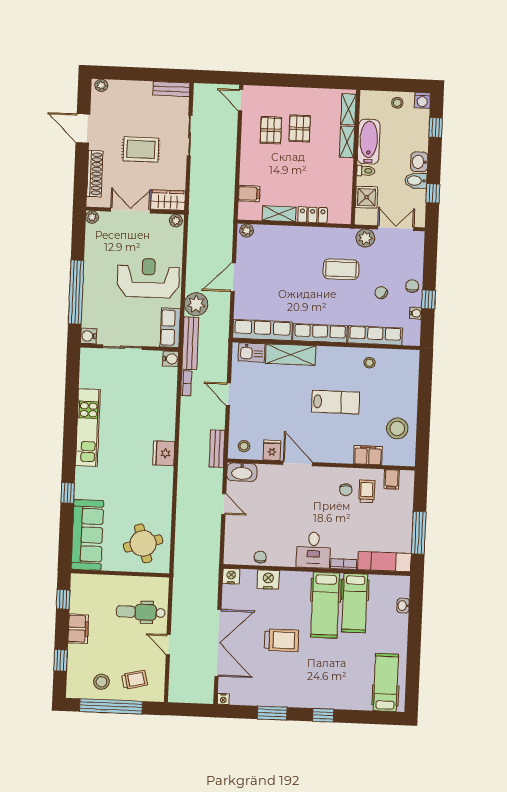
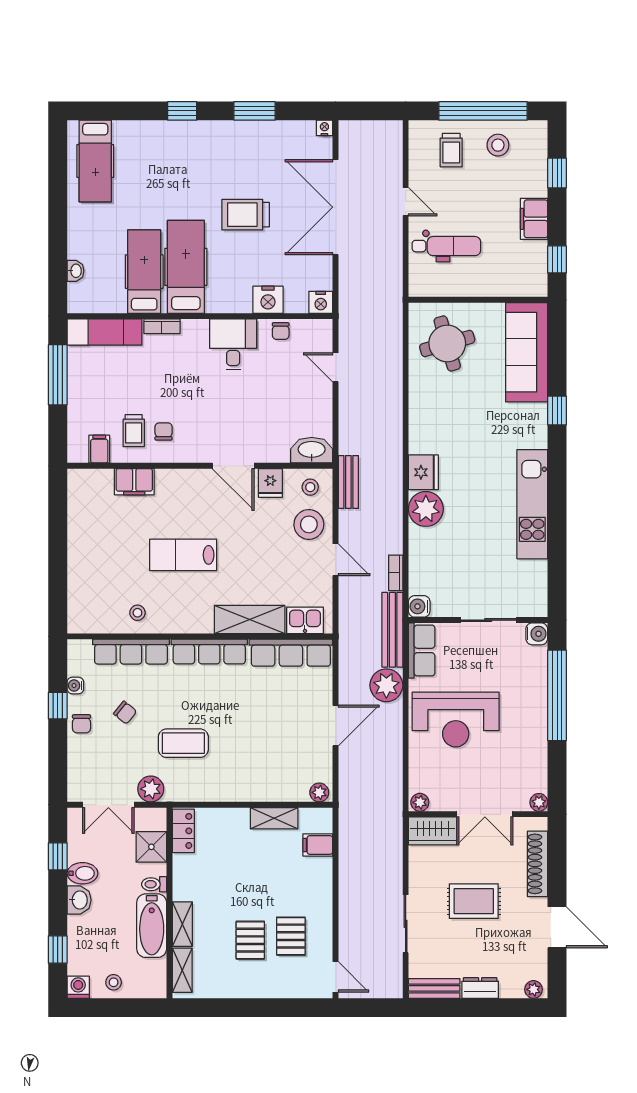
dresser: (139, 88) -> (480, 988), added
locker: (313, 215) -> (183, 831), moved, turned -90
plant: (163, 427) -> (426, 509), added
stool: (397, 428) -> (309, 524), moved
door: (224, 504) -> (335, 367), moved
desk: (313, 550) -> (233, 344), moved
trolley: (135, 680) -> (451, 150), turned -77

